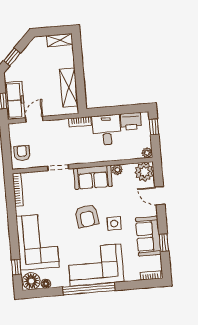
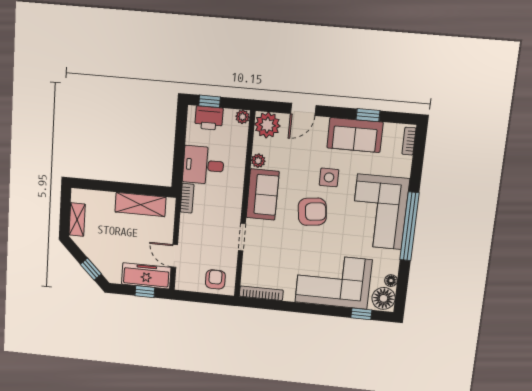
shelving: (60, 40) -> (77, 220), moved
printer: (131, 121) -> (209, 118), moved, turned 90
armchair: (22, 153) -> (215, 279), turned 90

